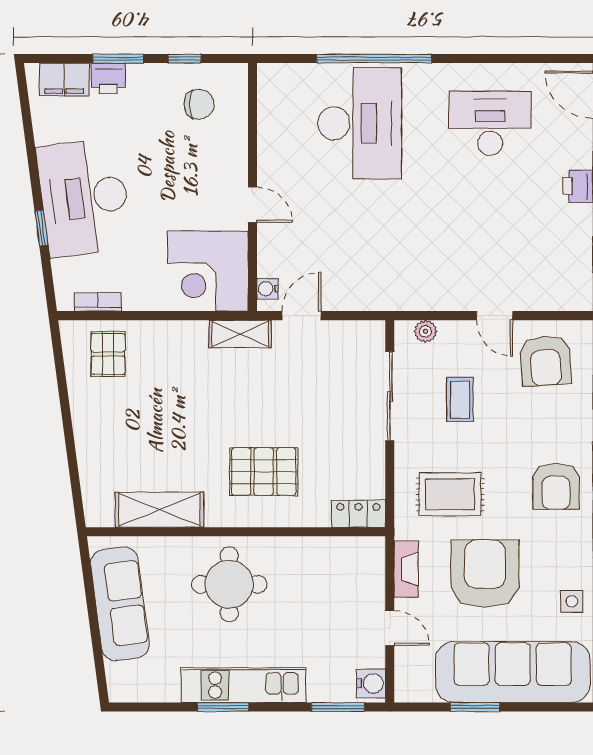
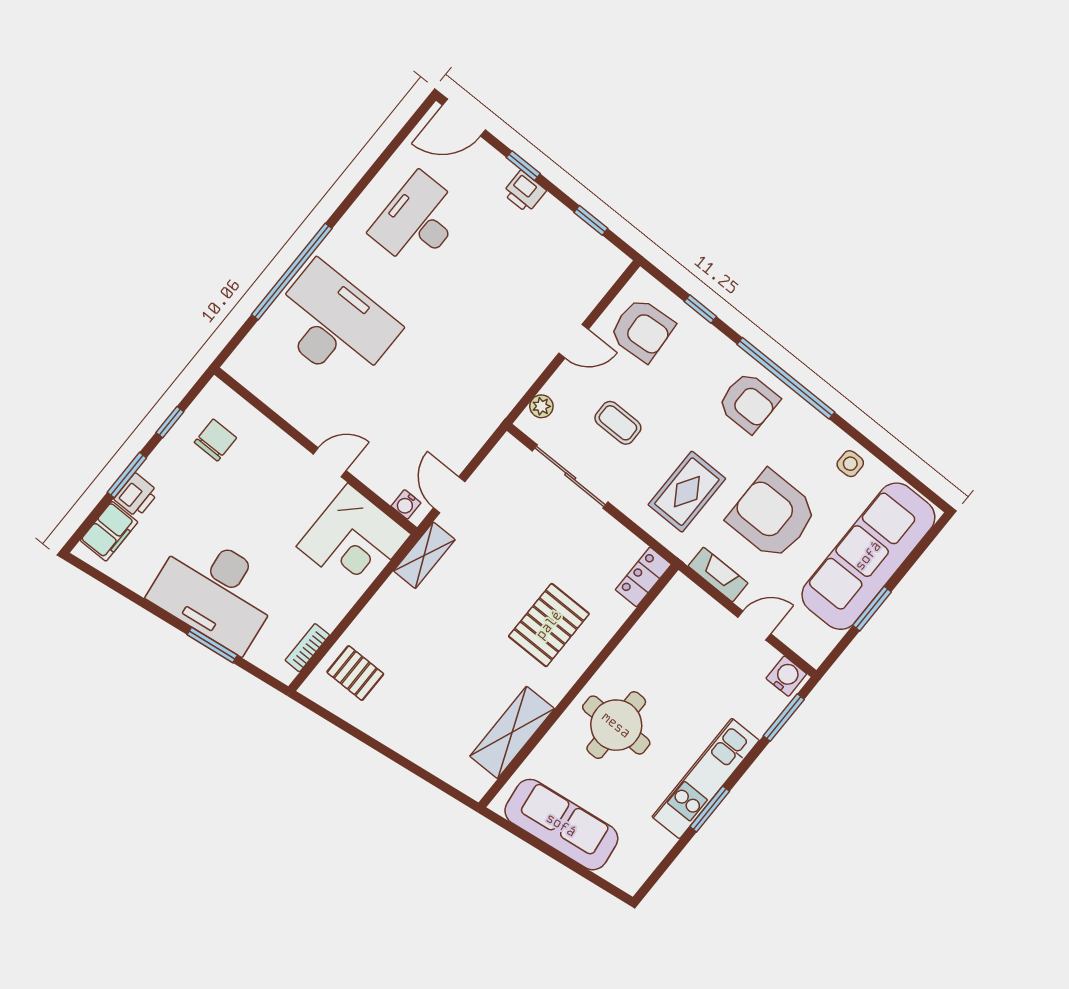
window: (41, 228) -> (212, 645), width x1.50

